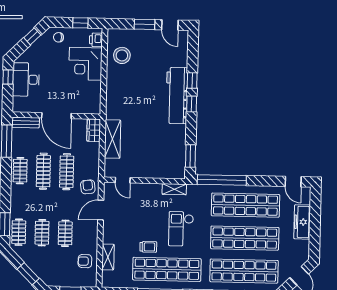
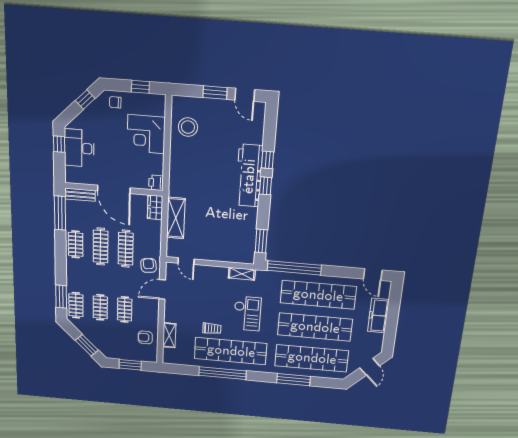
printer: (96, 40) -> (156, 183), moved
checkout: (181, 229) -> (247, 313), turned 180

